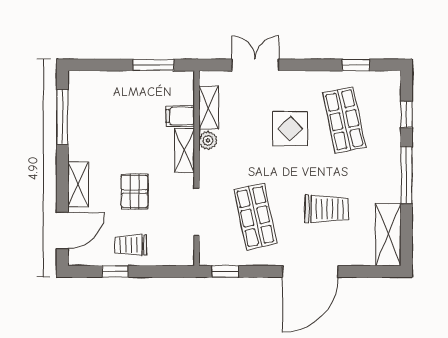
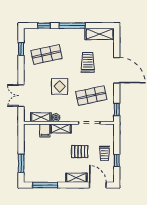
window: (153, 65) -> (21, 163), moved
display table: (290, 129) -> (60, 86), moved

